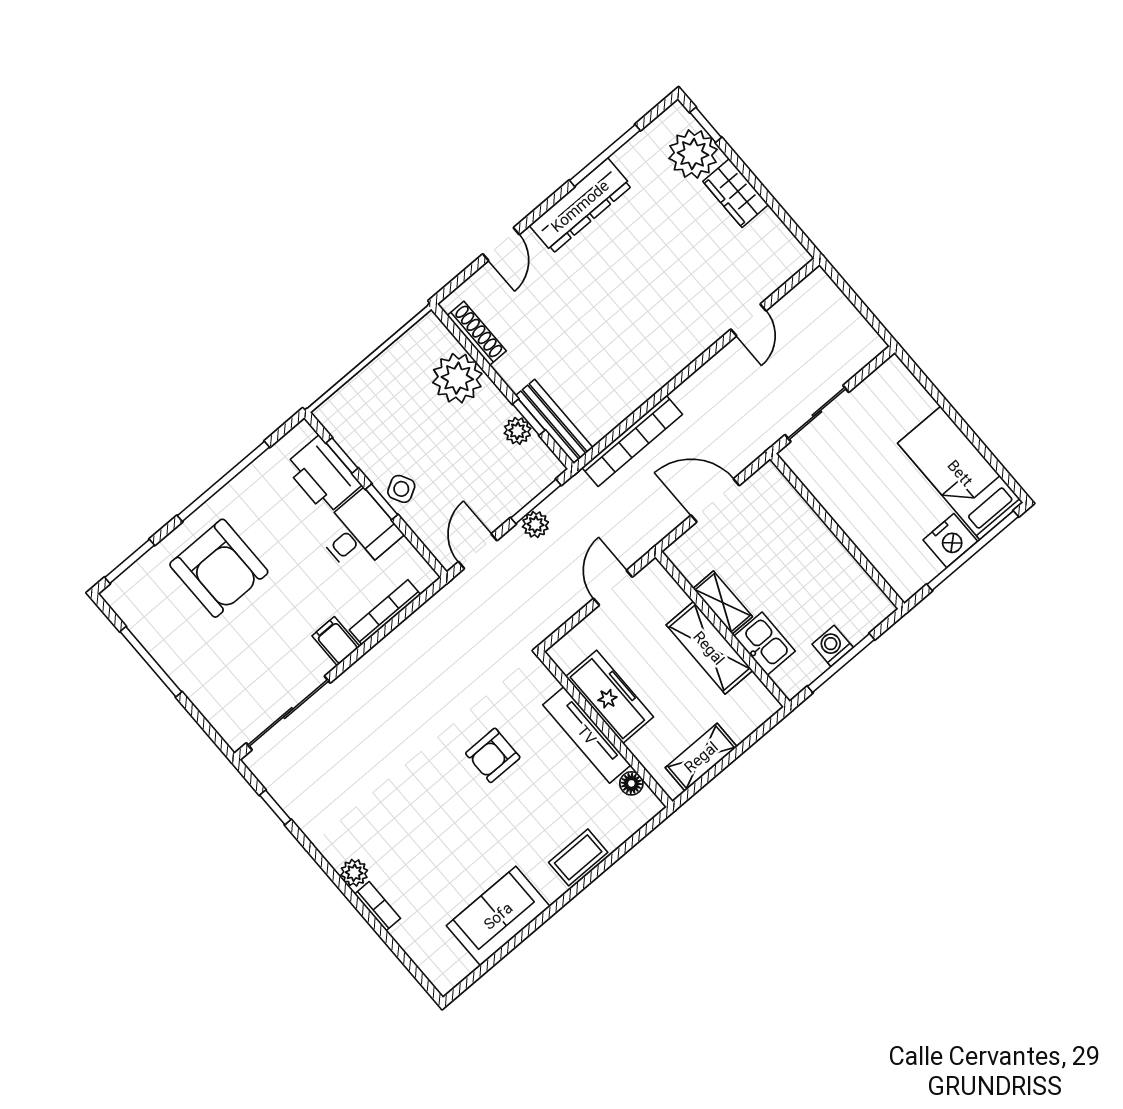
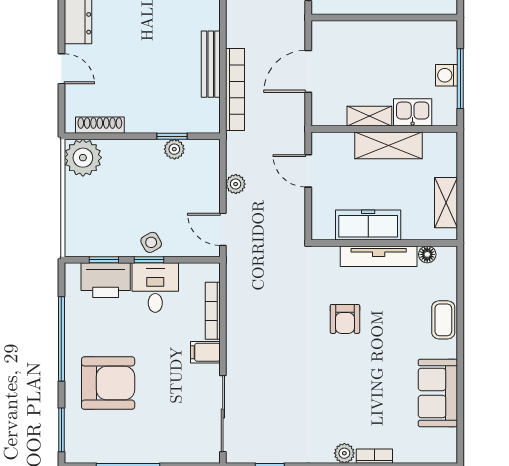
plant: (457, 378) -> (83, 158), moved
bench: (554, 422) -> (211, 64), moved, turned 90
window: (536, 502) -> (223, 173), removed

